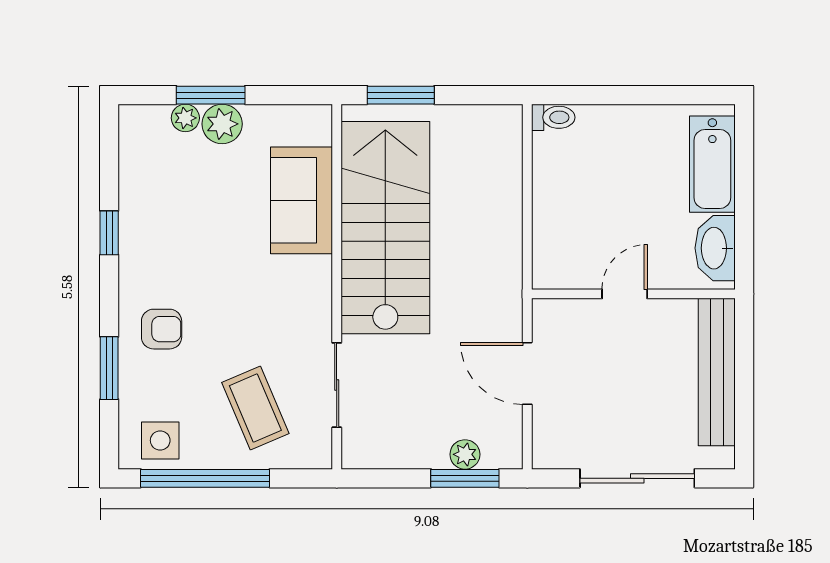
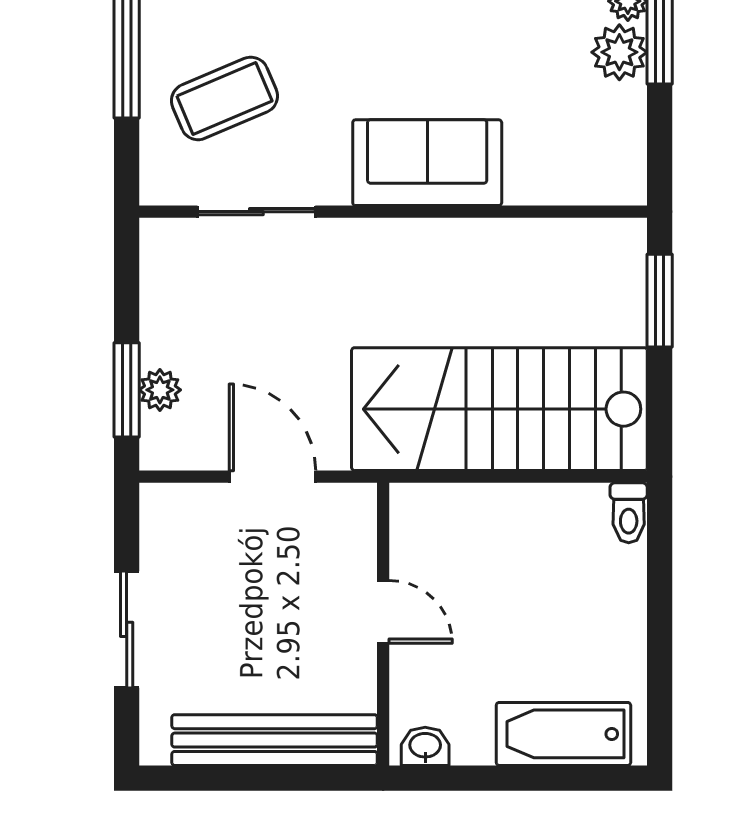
sofa: (301, 200) -> (427, 163), moved
stairs: (385, 228) -> (499, 409), moved, turned 180
washbasin: (715, 248) -> (425, 746), width x0.52, depth x0.69
door: (527, 373) -> (273, 477), hinge flipped
sliding door: (637, 478) -> (127, 629), width x0.73

